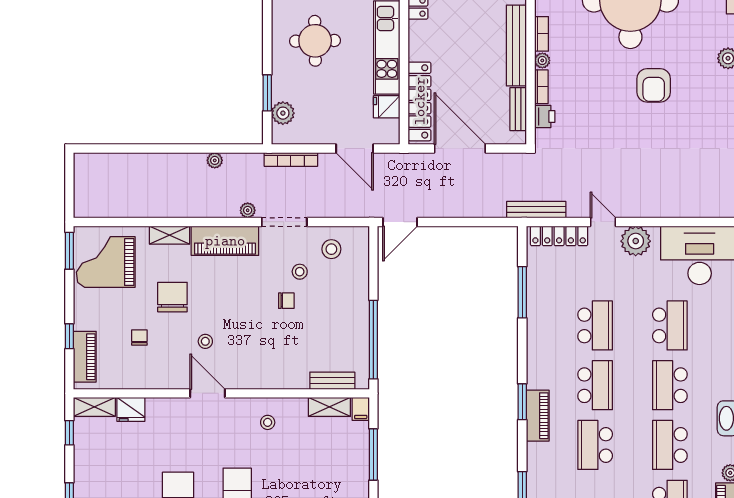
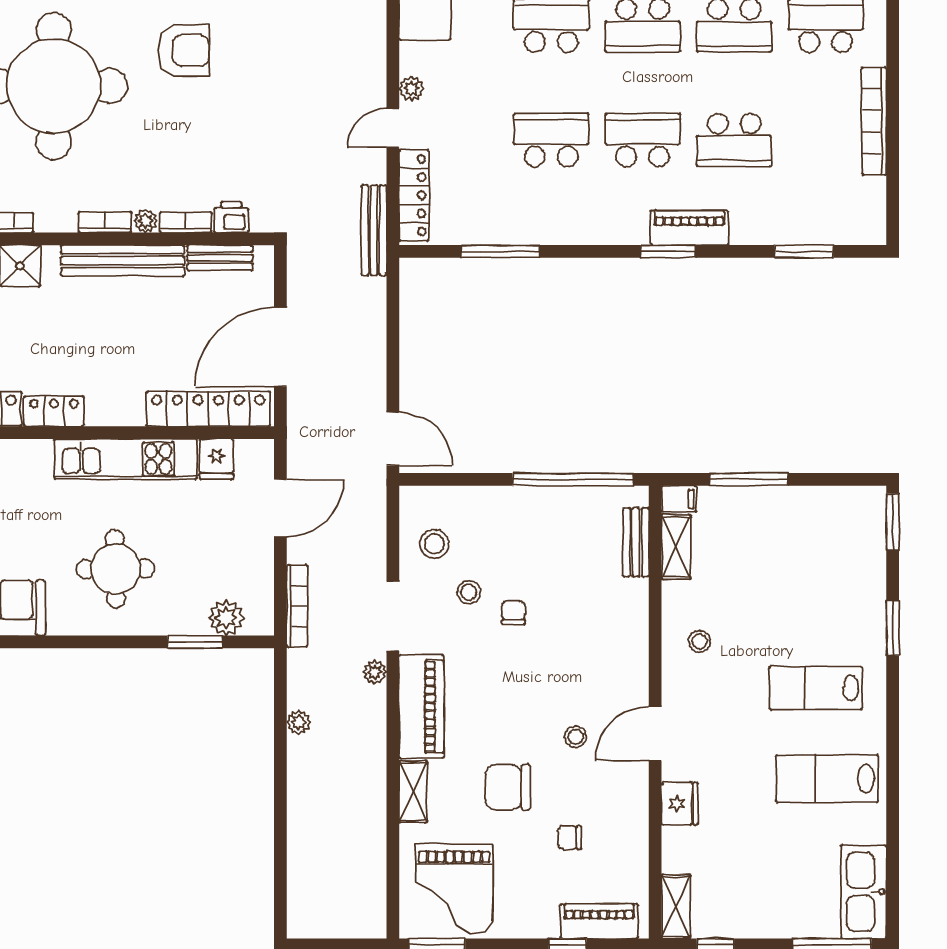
plant: (636, 241) -> (411, 89), width x0.53, depth x0.53
fridge: (131, 409) -> (680, 804), moved

